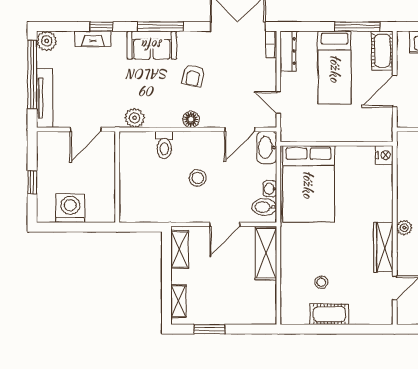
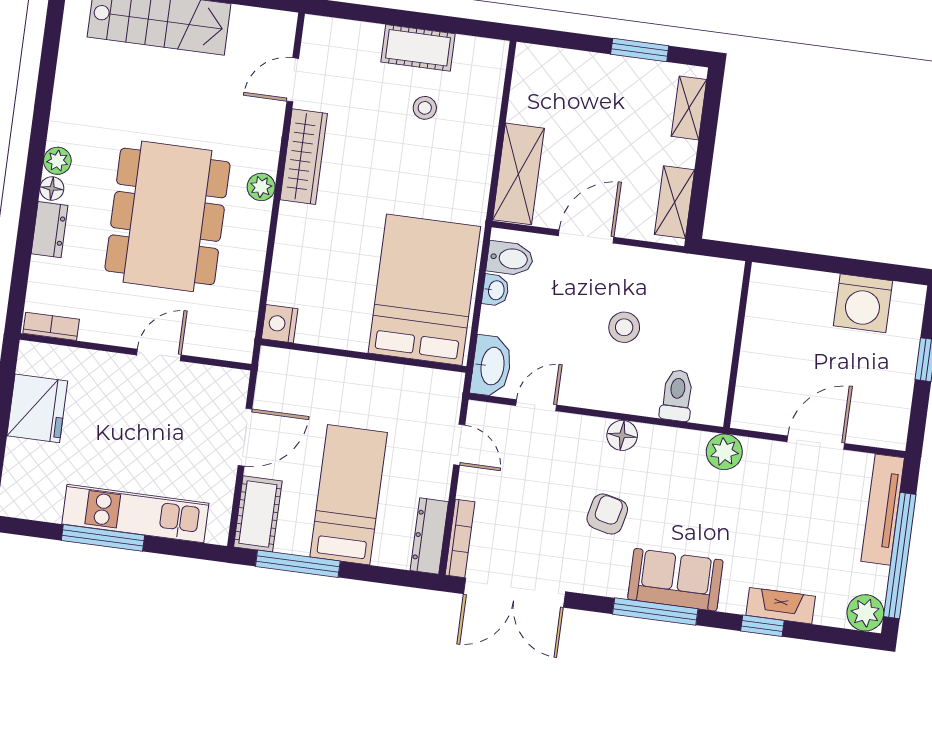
bookcase: (271, 44) -> (460, 538), width x1.56
door: (240, 129) -> (536, 405), width x0.73
wall: (117, 177) -> (737, 344), moved

